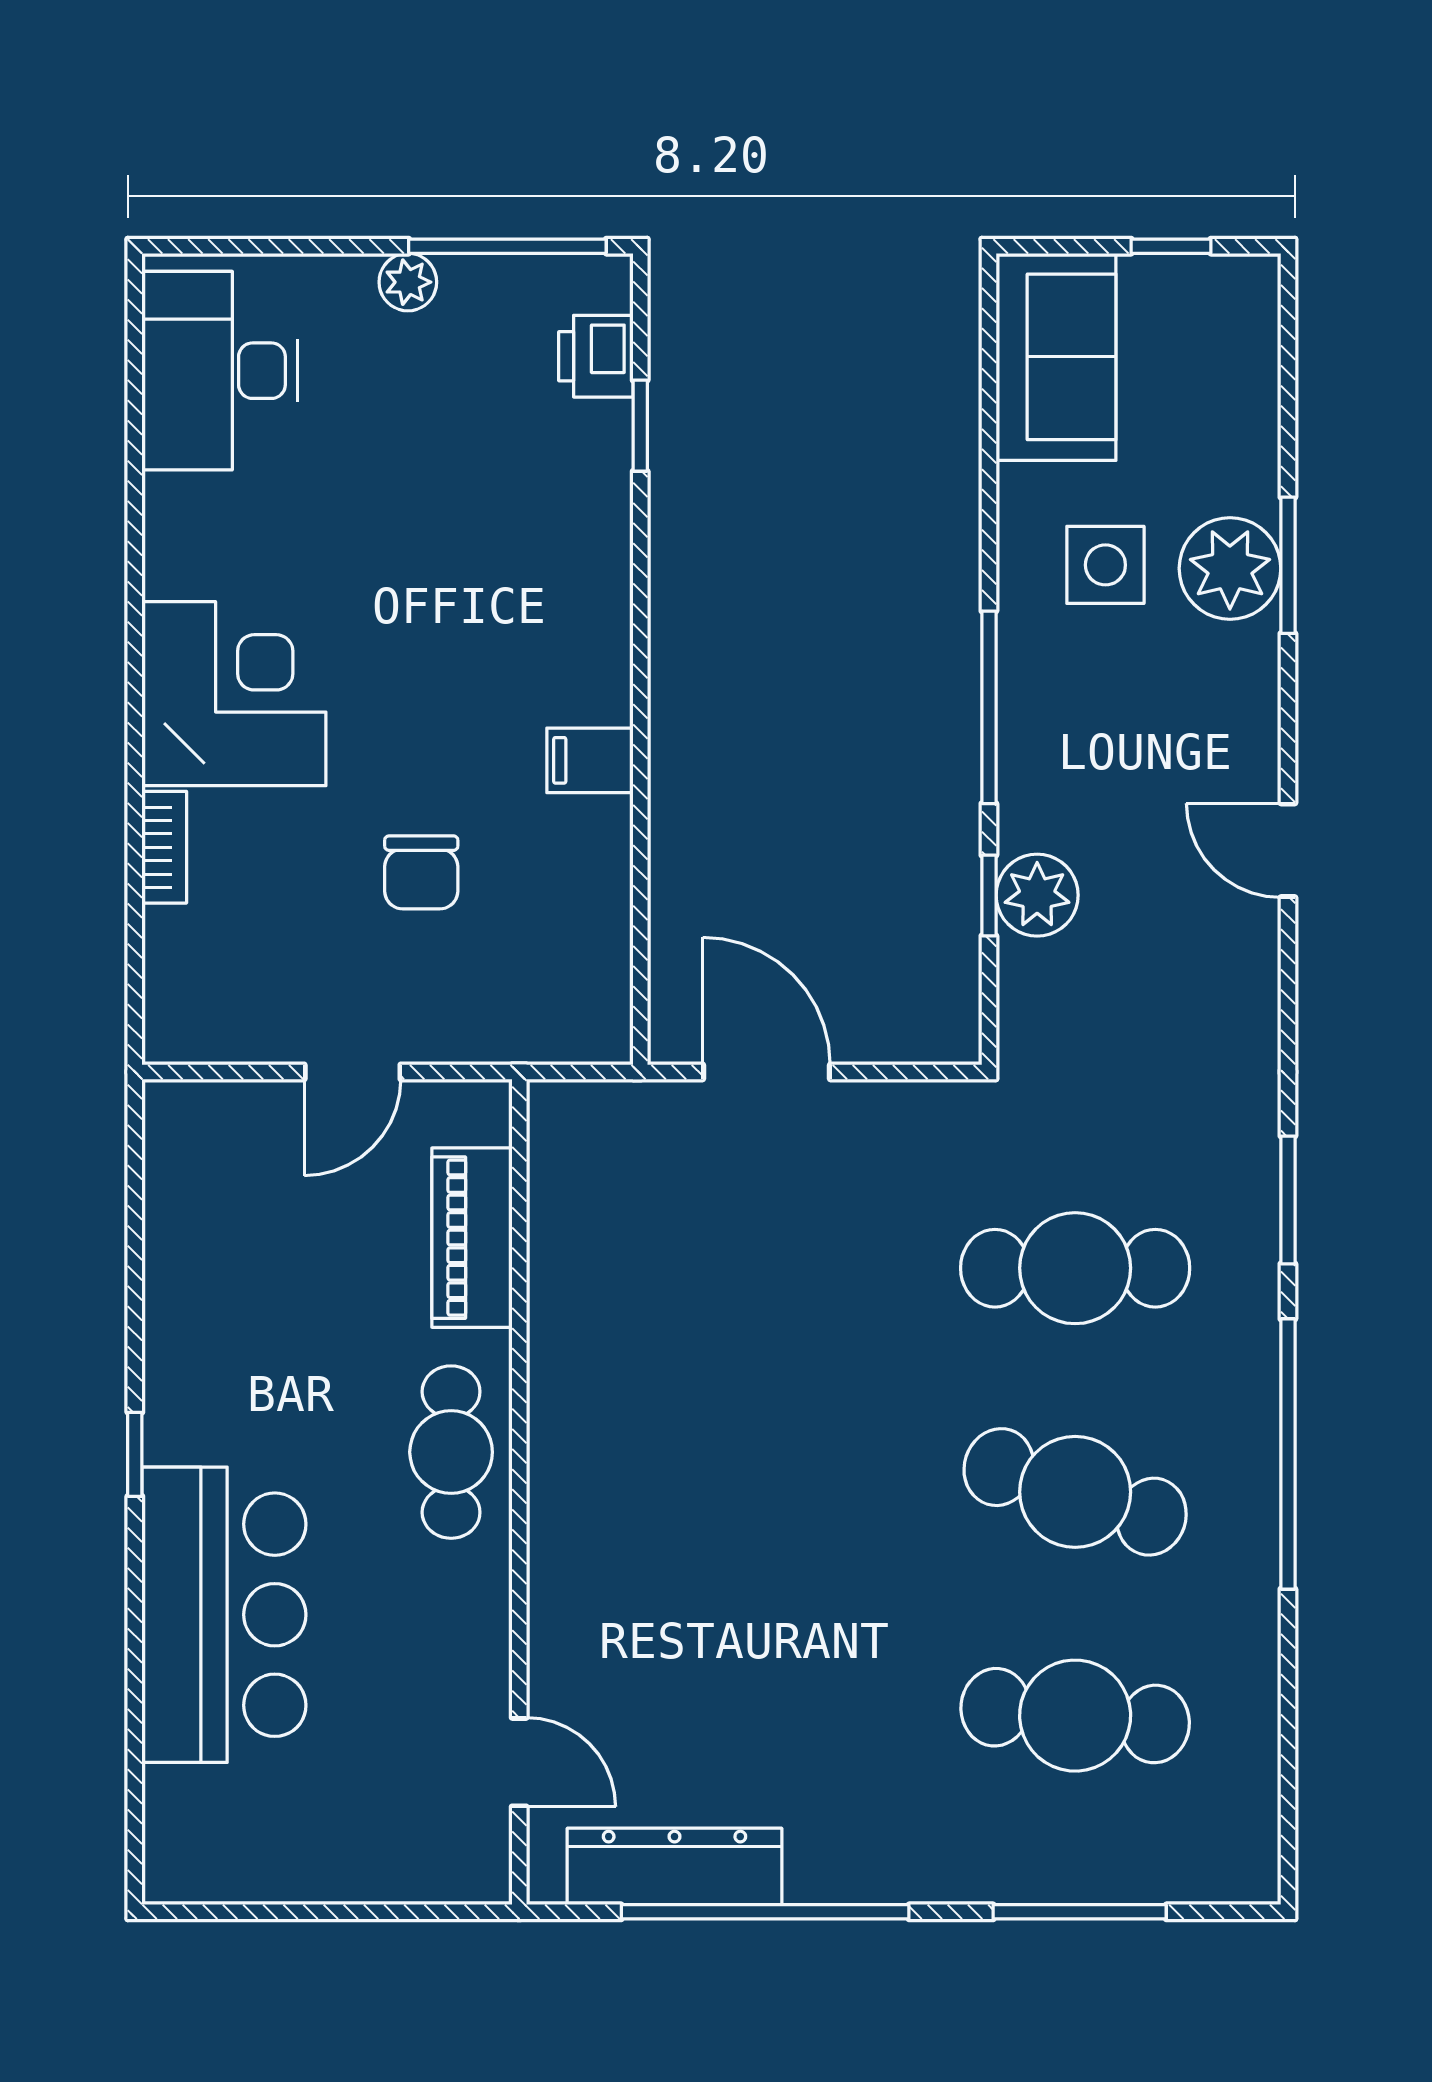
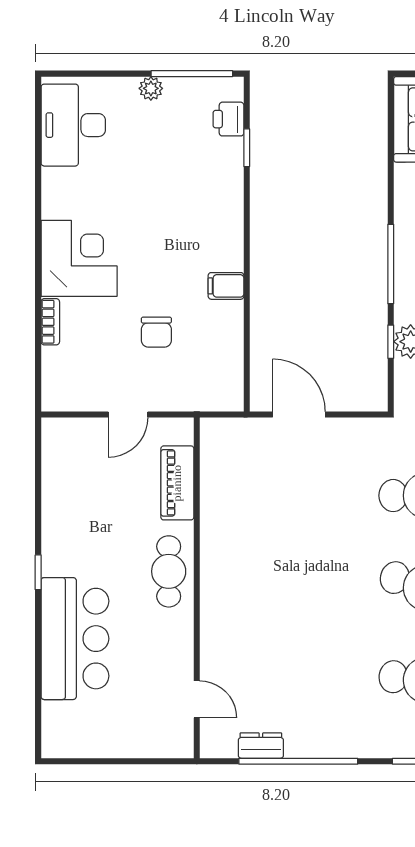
dresser: (674, 1866) -> (261, 746), width x0.51, depth x0.80

